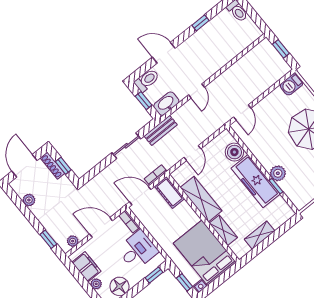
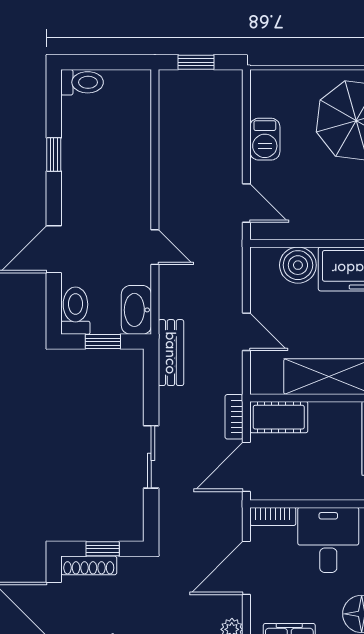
barbecue: (292, 84) -> (265, 139), moved
sliding door: (126, 146) -> (151, 457), moved

